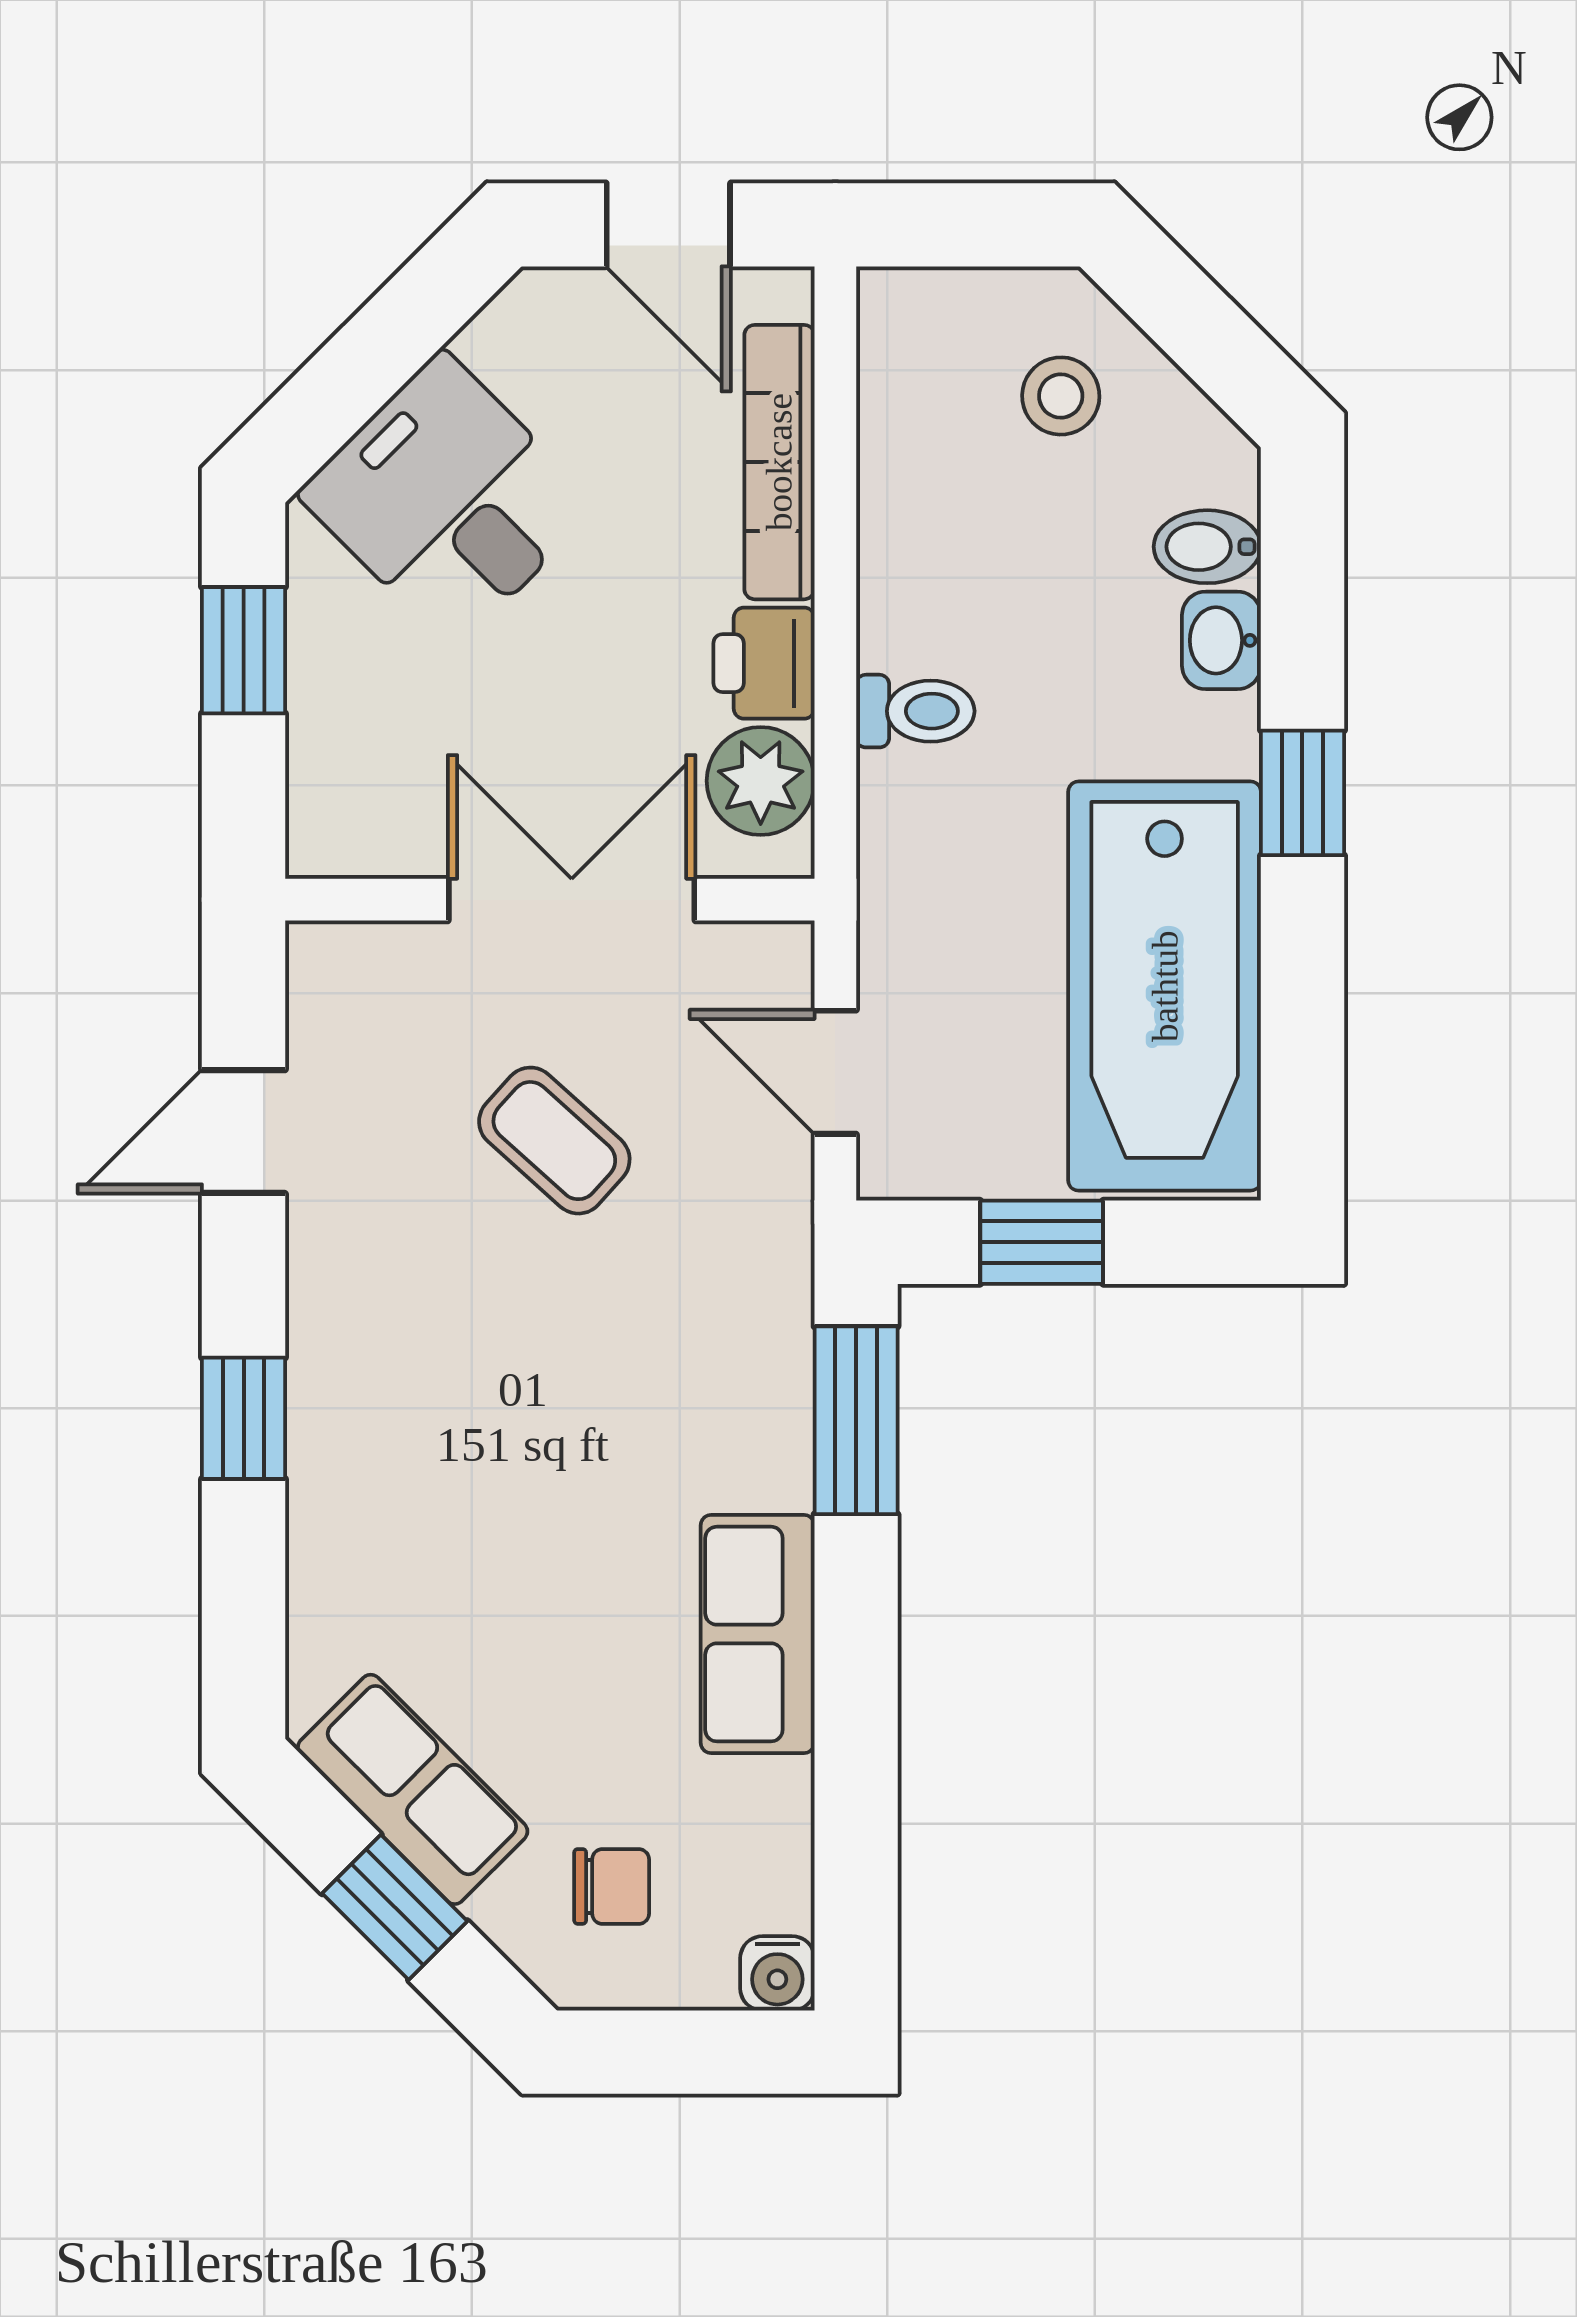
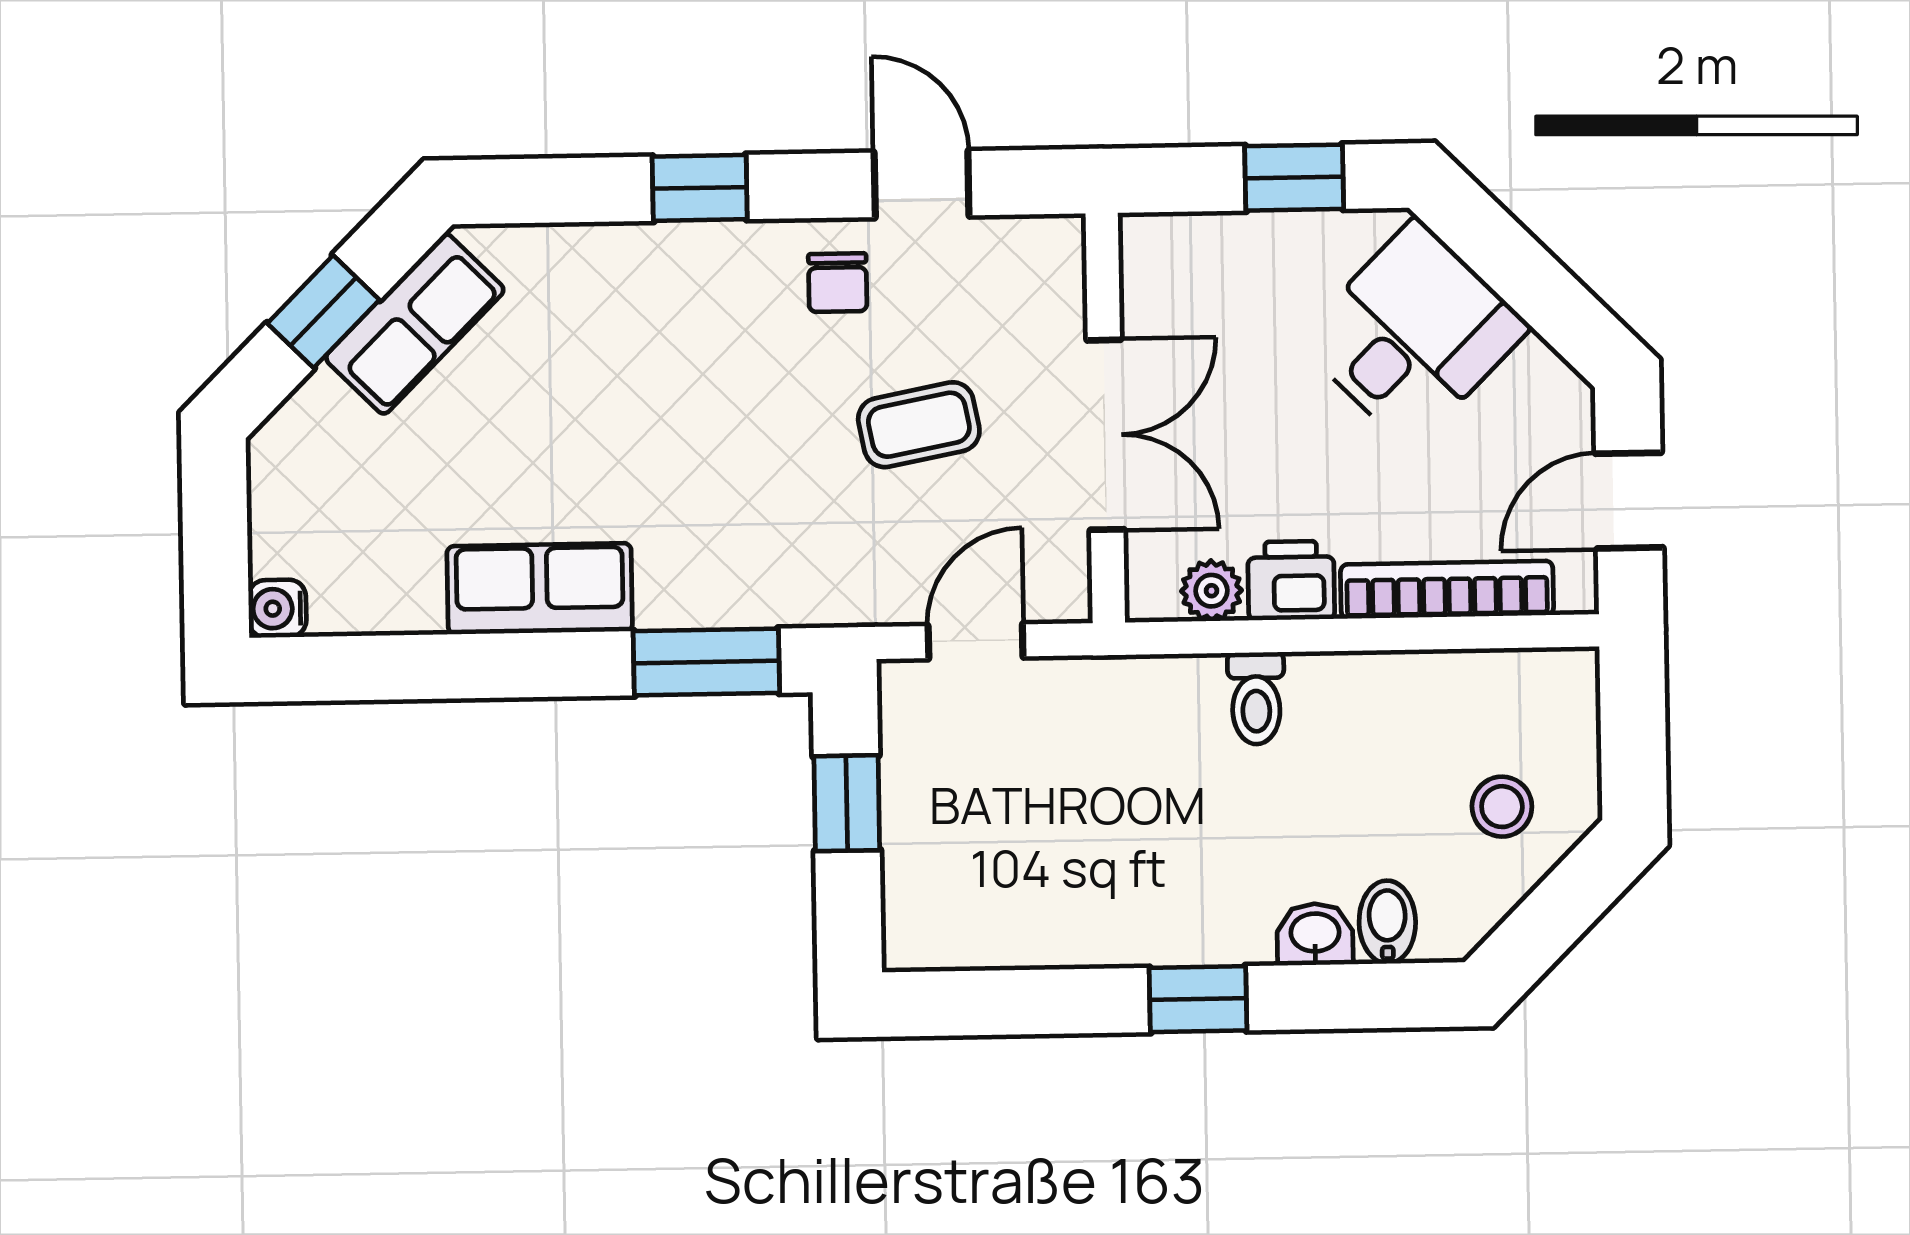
plant: (761, 781) -> (1212, 591), width x0.73, depth x0.73
bathtub: (1165, 986) -> (1047, 895), removed
coffee table: (554, 1141) -> (919, 425), turned 37
chair: (612, 1886) -> (838, 283), moved

